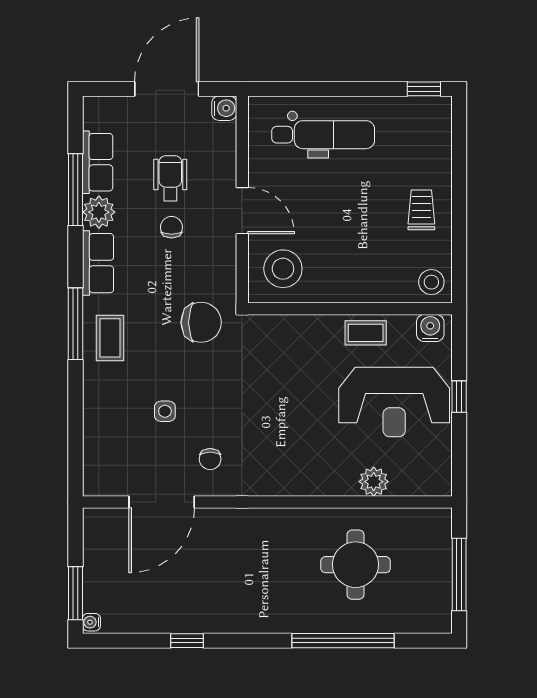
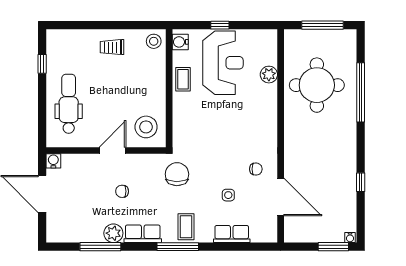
window: (424, 89) -> (42, 64), moved
row of seats: (98, 162) -> (232, 234), moved
wheelchair: (170, 178) -> (94, 192), removed
coffee table: (110, 338) -> (186, 227), turned 90
round table: (356, 565) -> (317, 85), width x1.36, depth x1.36

